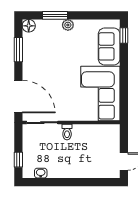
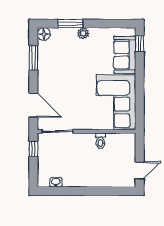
door: (18, 97) -> (33, 105), width x0.73
toilet: (67, 132) -> (100, 141), moved
window: (18, 160) -> (33, 149), moved

